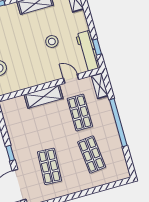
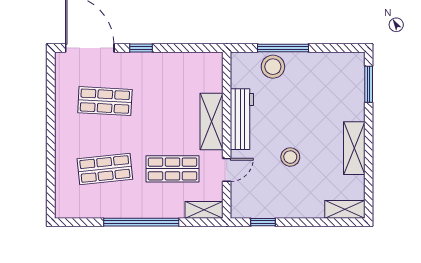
workbench: (88, 51) -> (242, 119), moved, turned 90

